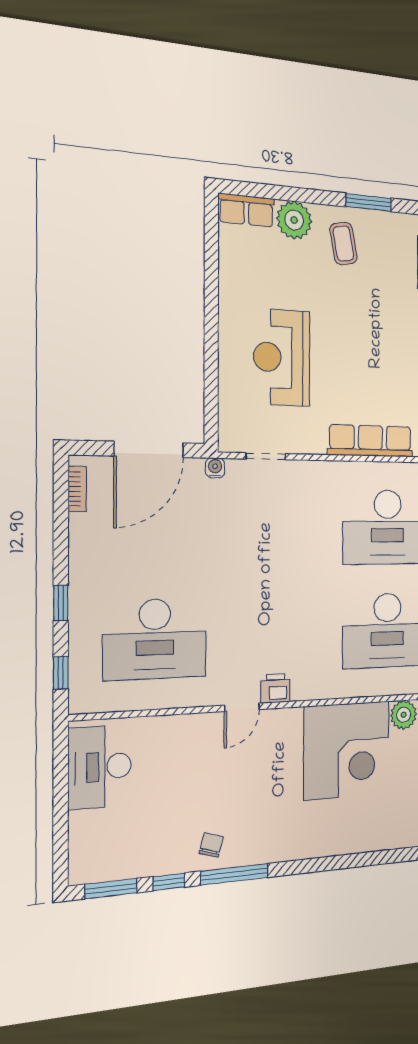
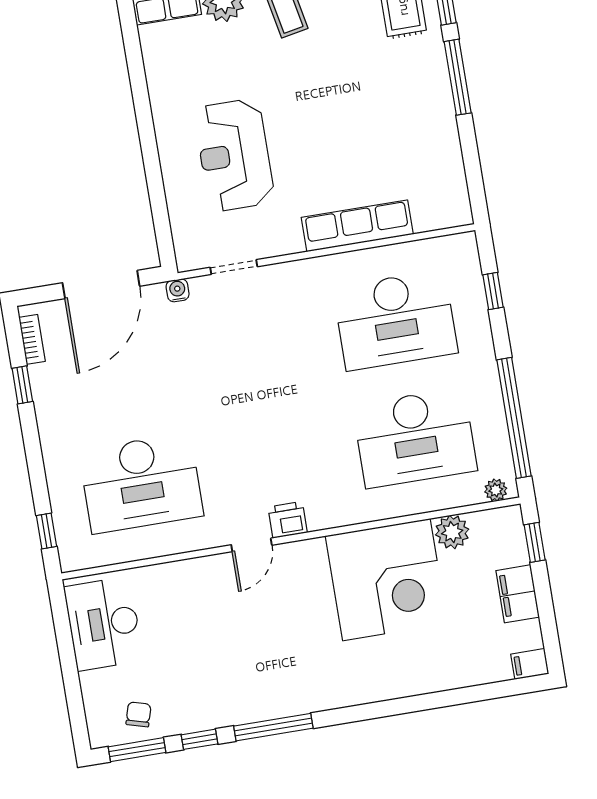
window: (61, 603) -> (22, 385), moved
chair: (211, 845) -> (138, 714), moved

